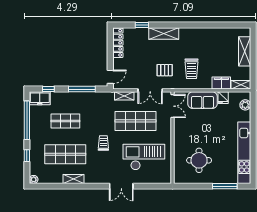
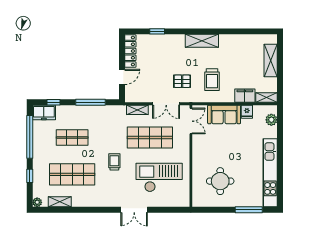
shelving: (164, 34) -> (202, 41), moved
door: (110, 77) -> (122, 77), moved
shelving: (74, 179) -> (60, 202), moved

